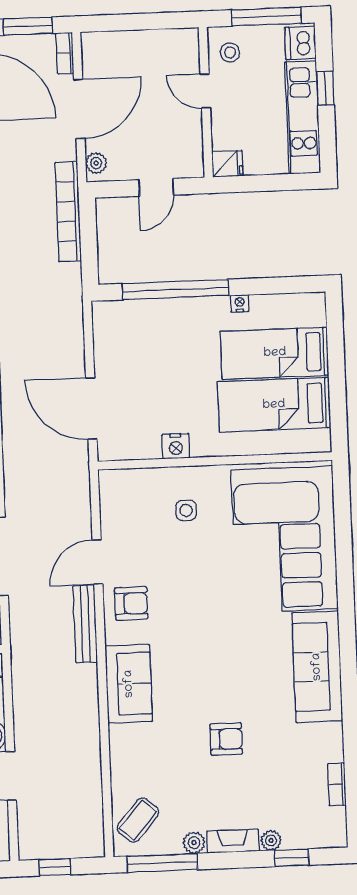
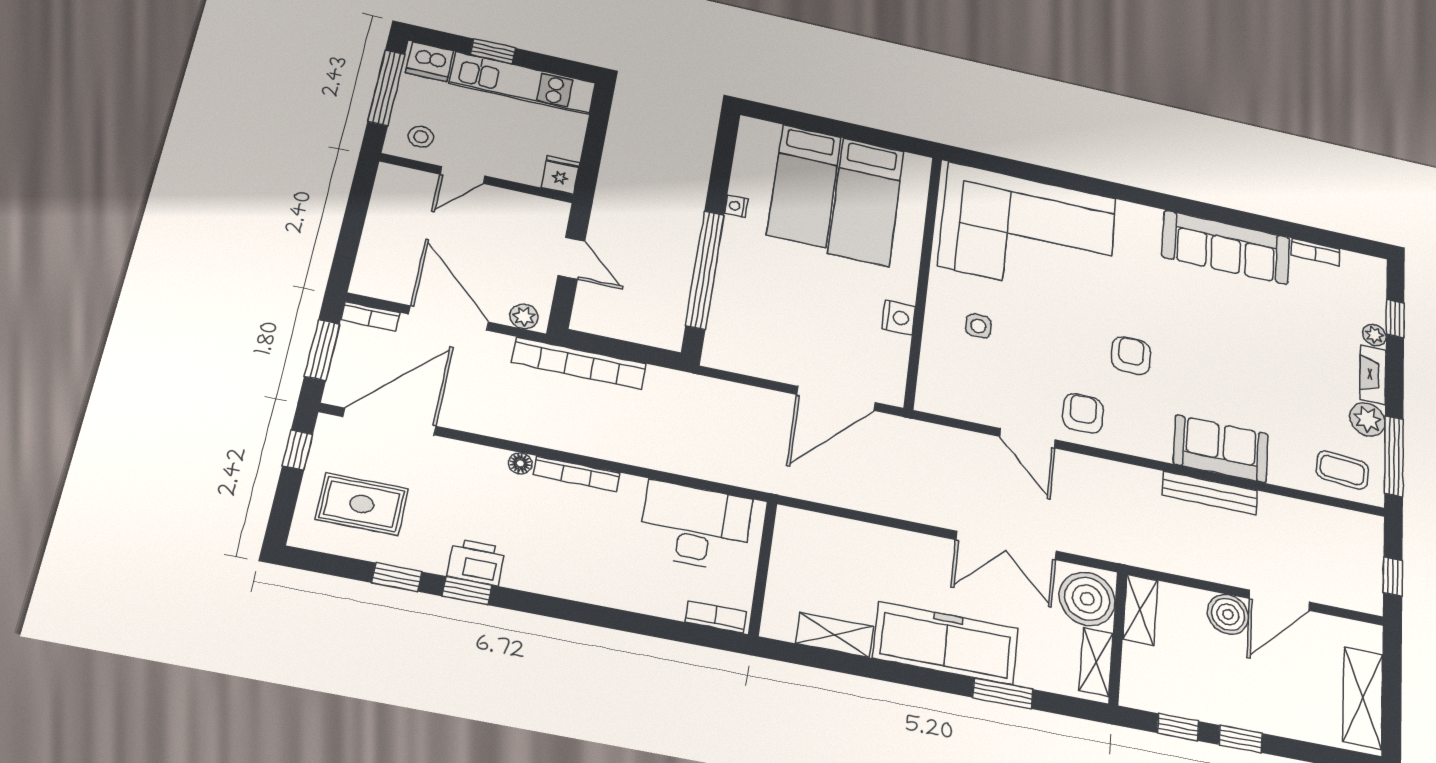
bench: (85, 624) -> (1210, 493), moved
sofa: (317, 667) -> (1226, 247), moved
sofa: (129, 684) -> (1221, 449), moved
armchair: (226, 739) -> (1131, 356), moved
coffee table: (138, 820) -> (1342, 470), turned -36
plant: (194, 843) -> (1367, 420), width x1.38, depth x1.38

